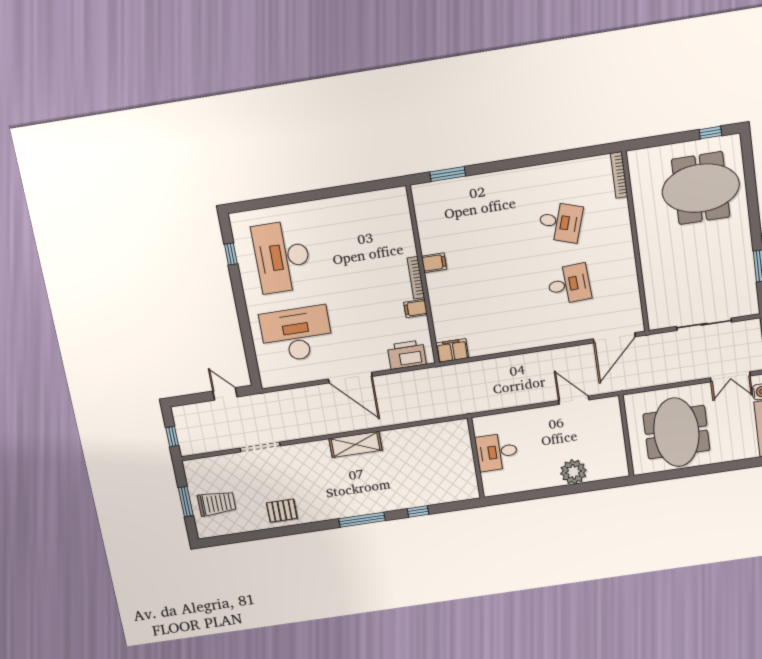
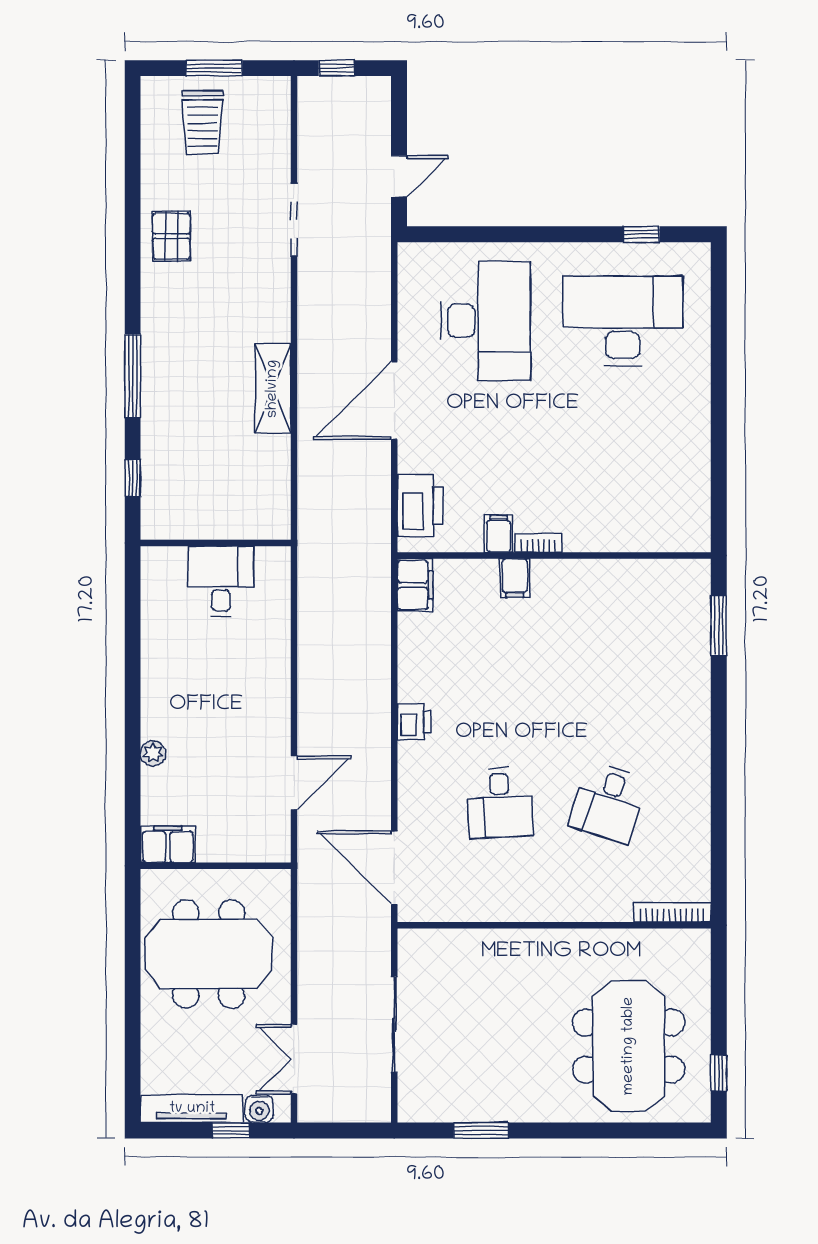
filing cabinet: (434, 263) -> (515, 578), moved
bookcase: (416, 278) -> (538, 543), width x0.64
printer: (530, 339) -> (414, 722), added
desk: (497, 452) -> (221, 581), moved
wall: (476, 458) -> (216, 543), moved
filing cabinet: (618, 463) -> (168, 844), added
plant: (573, 472) -> (153, 753), width x0.53, depth x0.53

